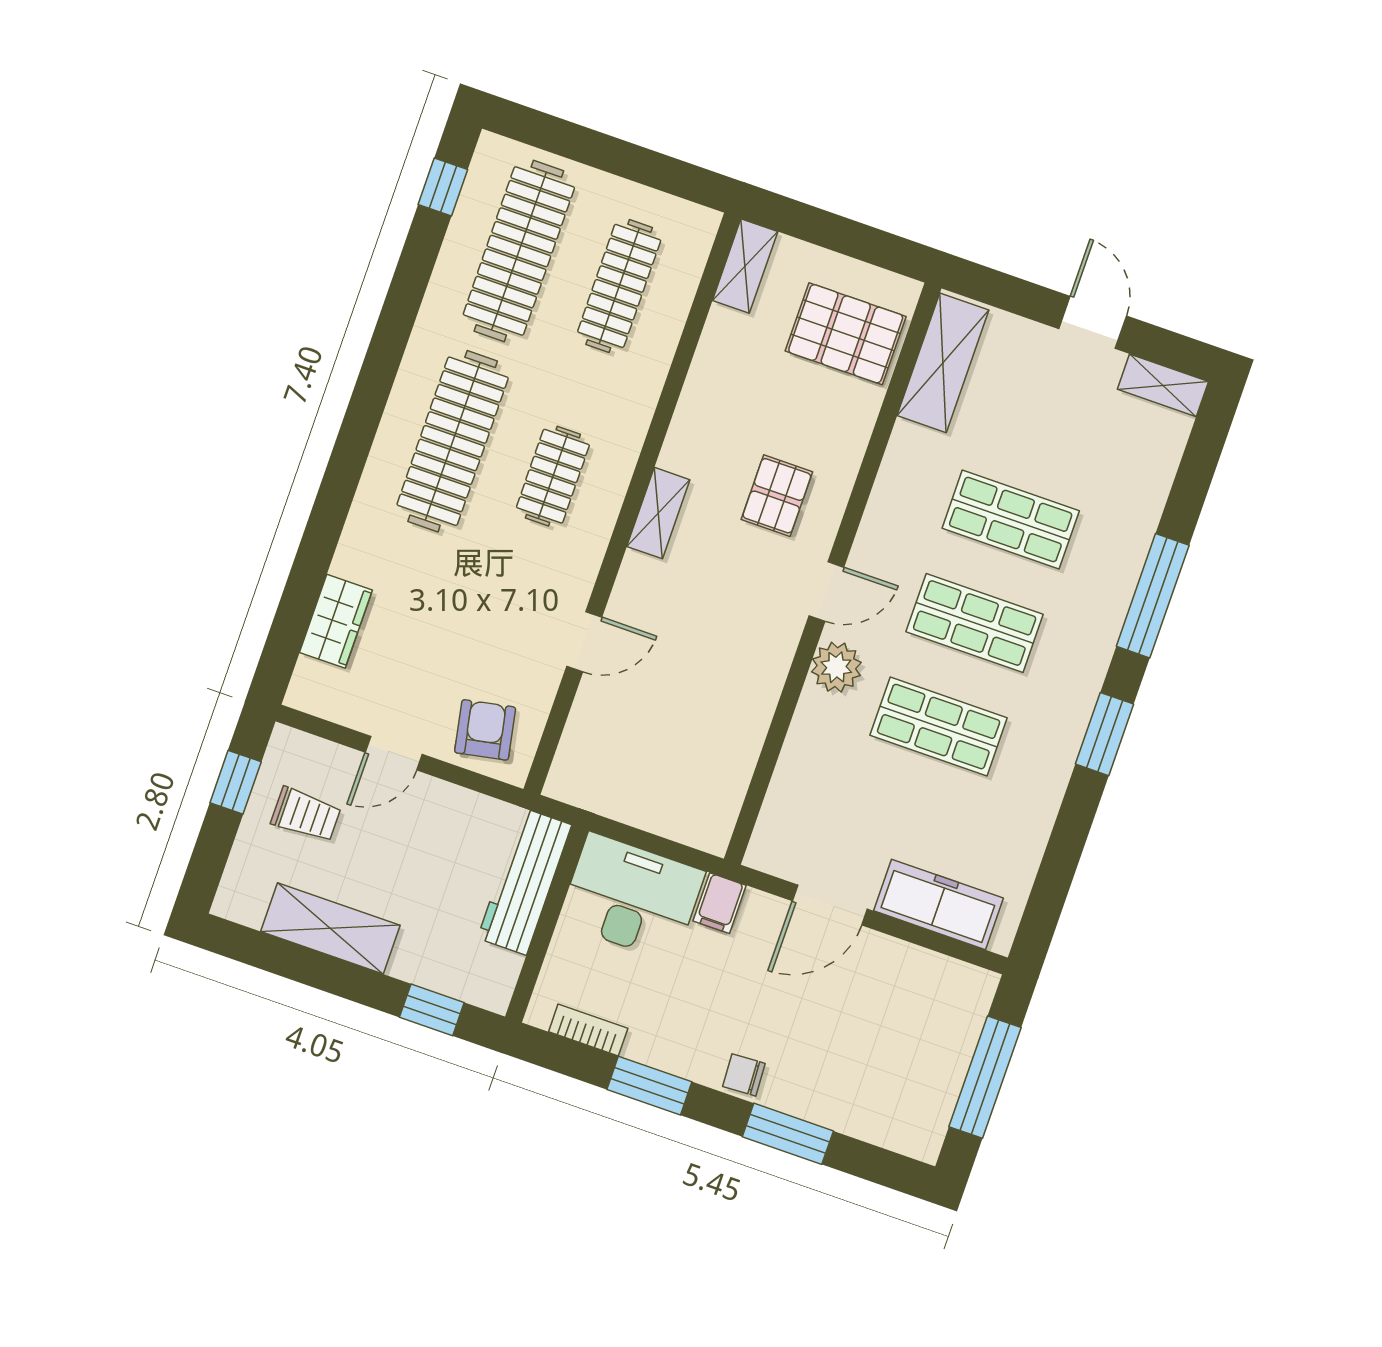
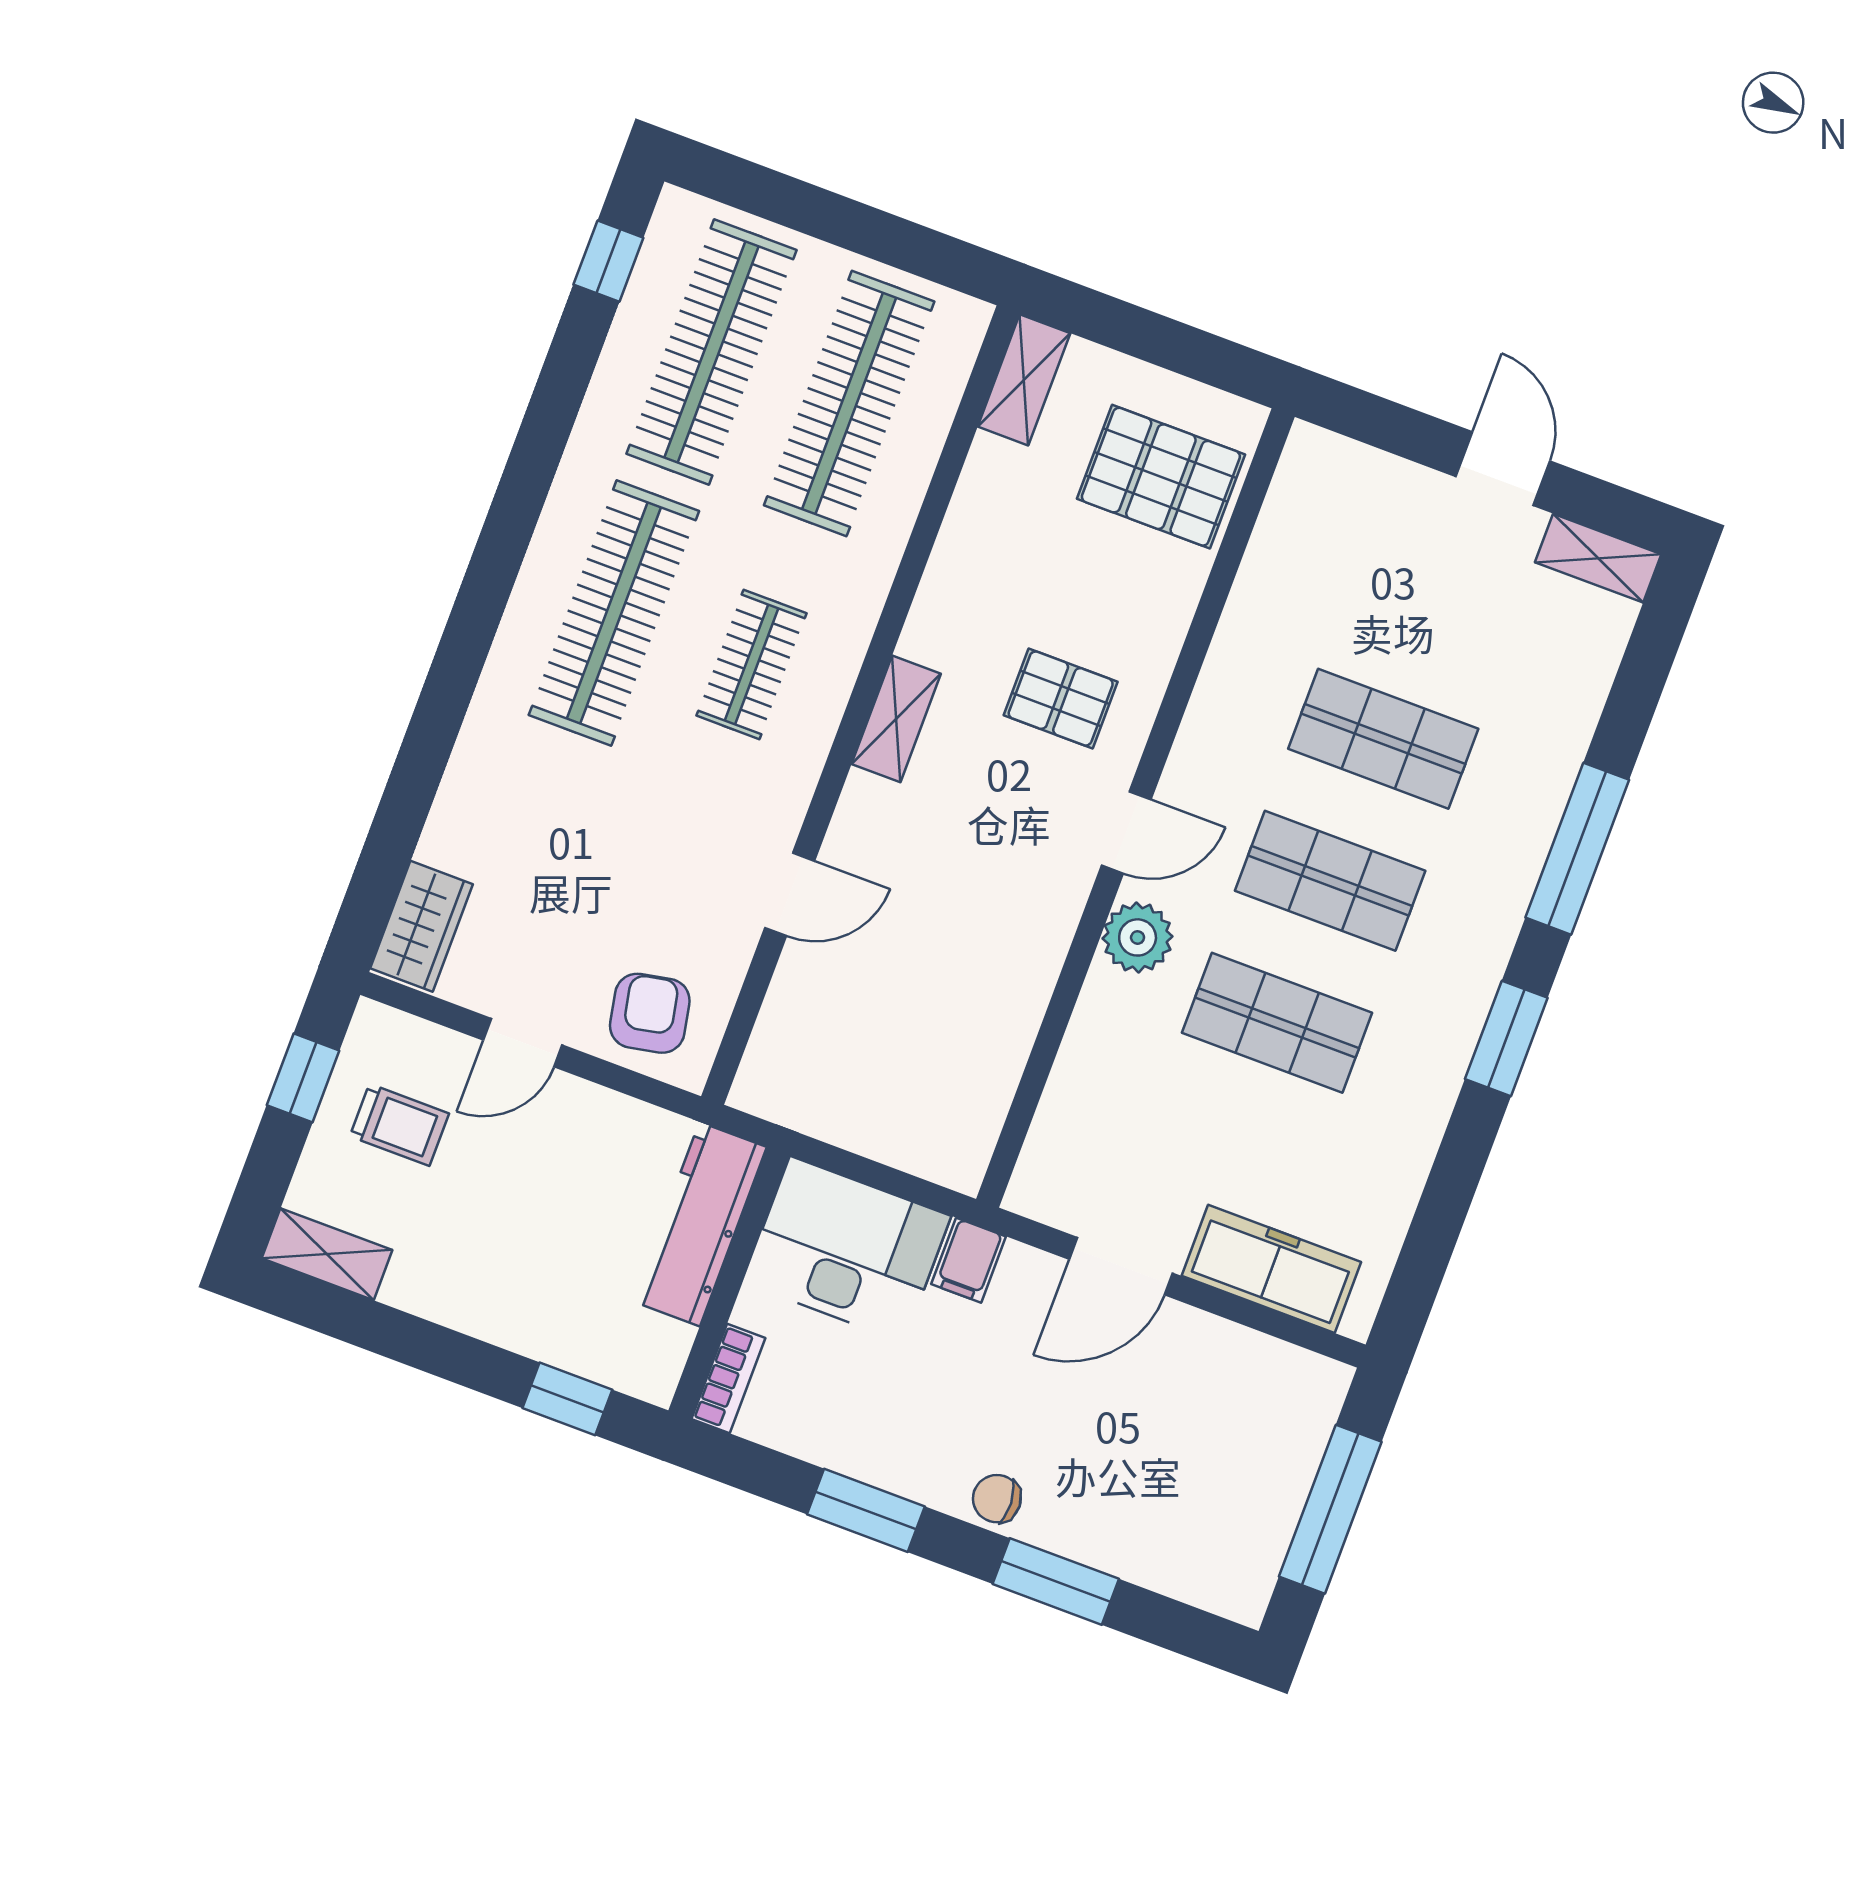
clothes rail: (619, 286) -> (849, 403), width x1.37, depth x1.31
shelving: (943, 363) -> (1295, 520), removed
pallet: (777, 496) -> (1061, 699), turned 90
wardrobe: (336, 621) -> (421, 926), moved
shelving: (330, 928) -> (327, 1254), moved, width x0.67, depth x0.75
bookcase: (588, 1030) -> (728, 1378), moved, turned 90

